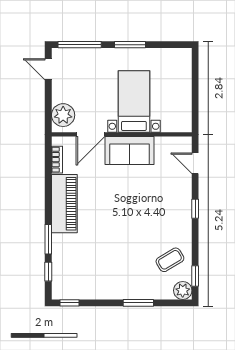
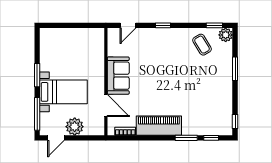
bed with nightstands: (134, 102) -> (63, 92), moved, turned 180
plant: (63, 115) -> (75, 127), moved

